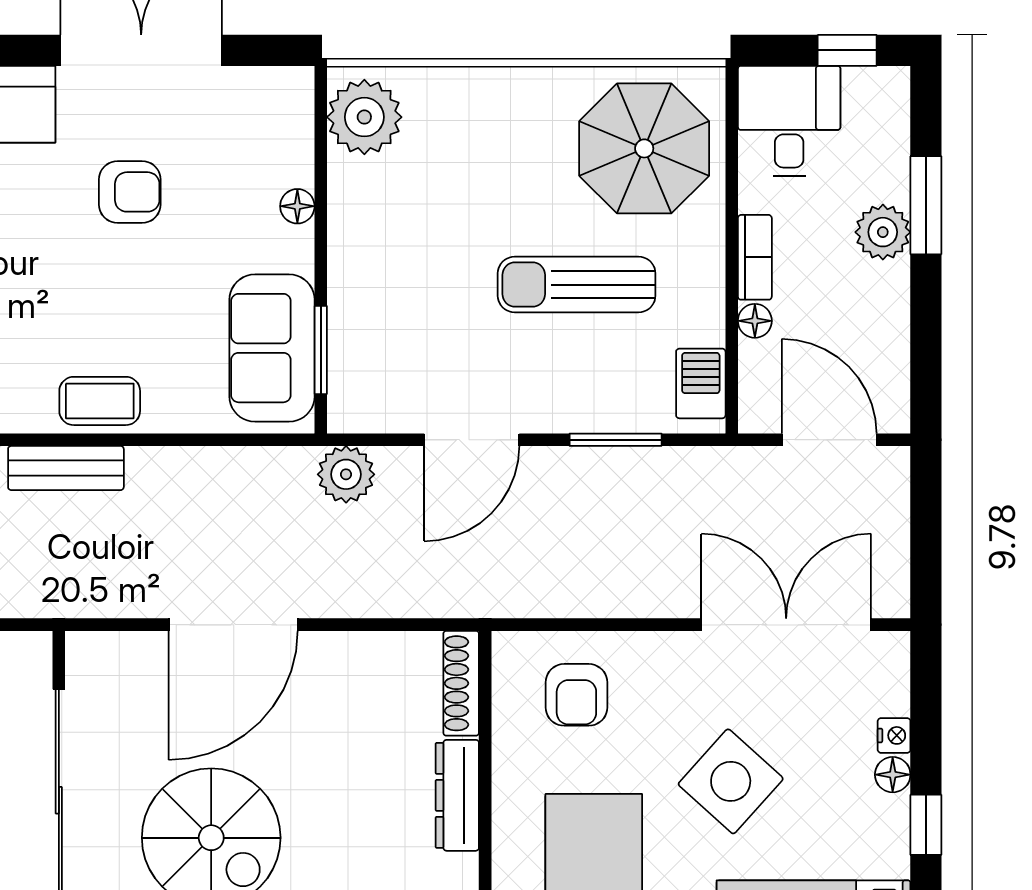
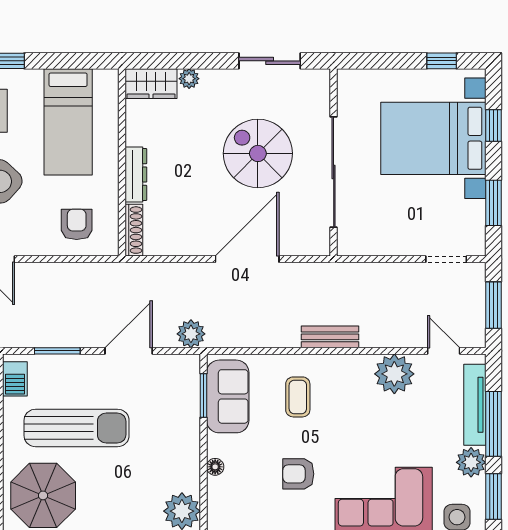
sun lounger: (577, 285) -> (77, 428), width x1.36, depth x1.34
coffee table: (100, 401) -> (298, 397), moved, turned 90

